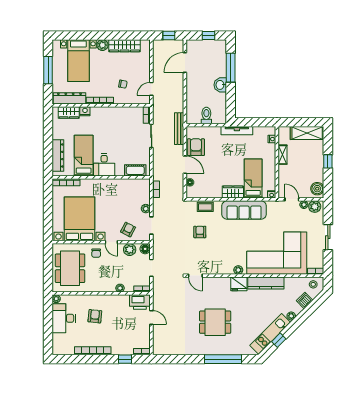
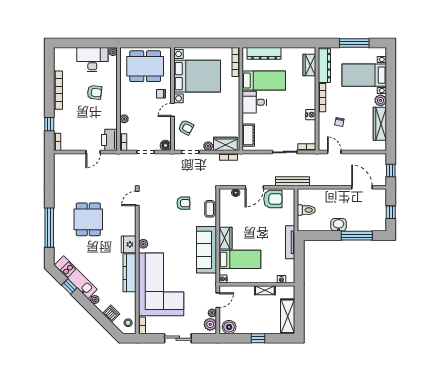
nightstand: (85, 111) -> (311, 115), moved
wardrobe: (144, 192) -> (225, 144), added
plant: (130, 250) -> (165, 129), removed

